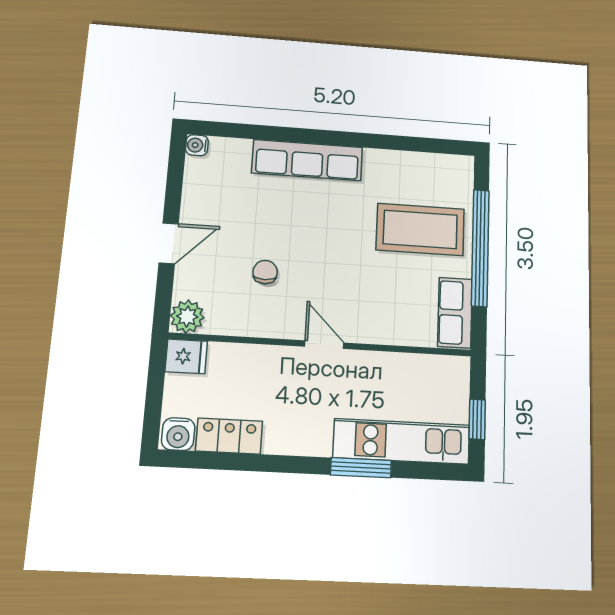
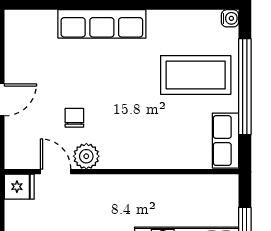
water cooler: (197, 145) -> (230, 18), moved, turned 180
plant: (187, 317) -> (86, 156), moved
door: (324, 345) -> (56, 172), moved

